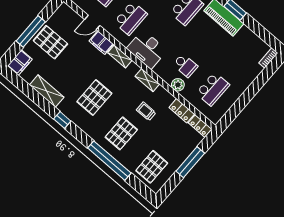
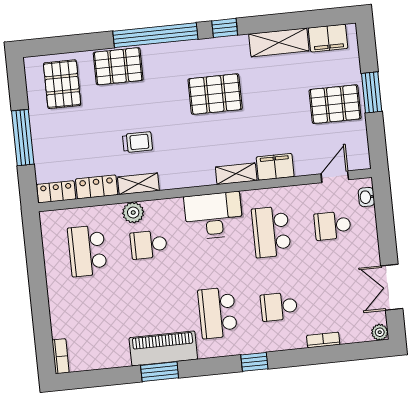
door: (92, 22) -> (335, 177), moved
window: (31, 31) -> (372, 92), width x0.69
filing cabinet: (20, 63) -> (328, 38), moved, turned -90
shelving: (147, 80) -> (138, 184), moved
pallet: (94, 97) -> (215, 94), turned 90
pallet: (121, 133) -> (118, 66), moved, turned 90
window: (109, 161) -> (155, 35), moved

